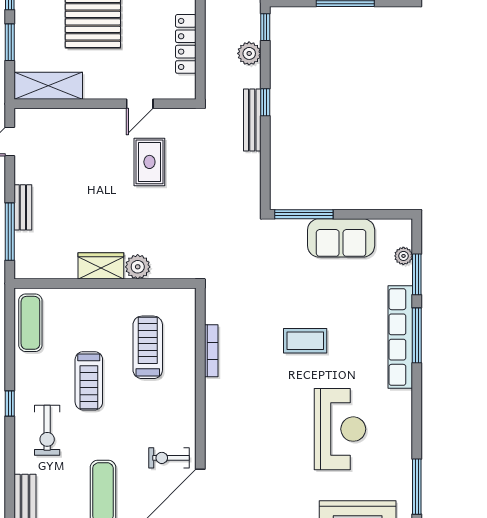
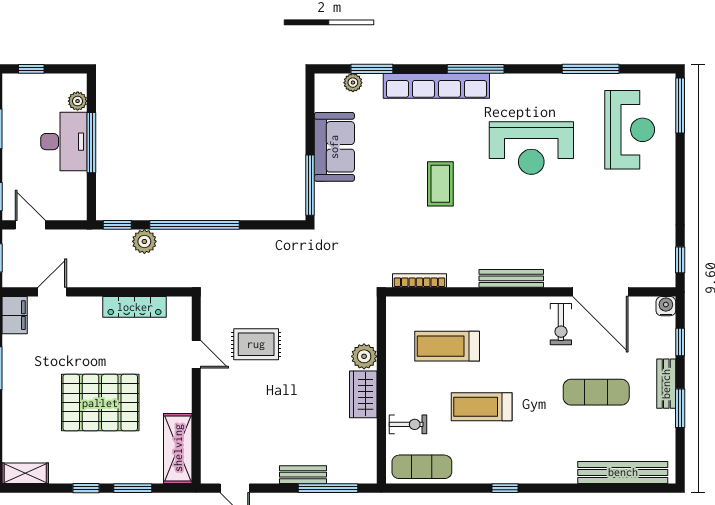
window: (265, 102) -> (195, 225), width x3.17
bench: (252, 120) -> (511, 278), moved
window: (417, 335) -> (476, 69), moved
bookcase: (211, 351) -> (419, 281), moved
treadmill: (89, 381) -> (482, 407), turned 180
reception desk: (340, 429) -> (531, 148), turned 180
exercise bike: (47, 430) -> (408, 424), moved, width x0.73, depth x0.72

